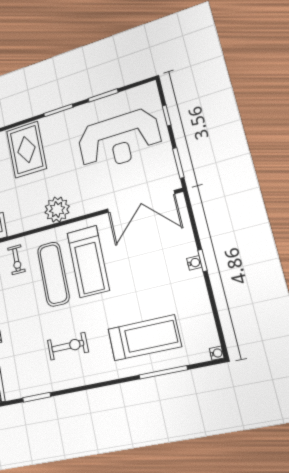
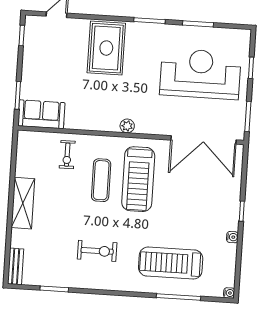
reception desk: (119, 140) -> (200, 74), turned 180
plant: (57, 209) -> (127, 126), width x0.53, depth x0.53
water cooler: (194, 263) -> (232, 237), moved
exercise mat: (53, 274) -> (101, 180), width x0.73, depth x0.69
treadmill: (144, 338) -> (171, 263), turned 180

